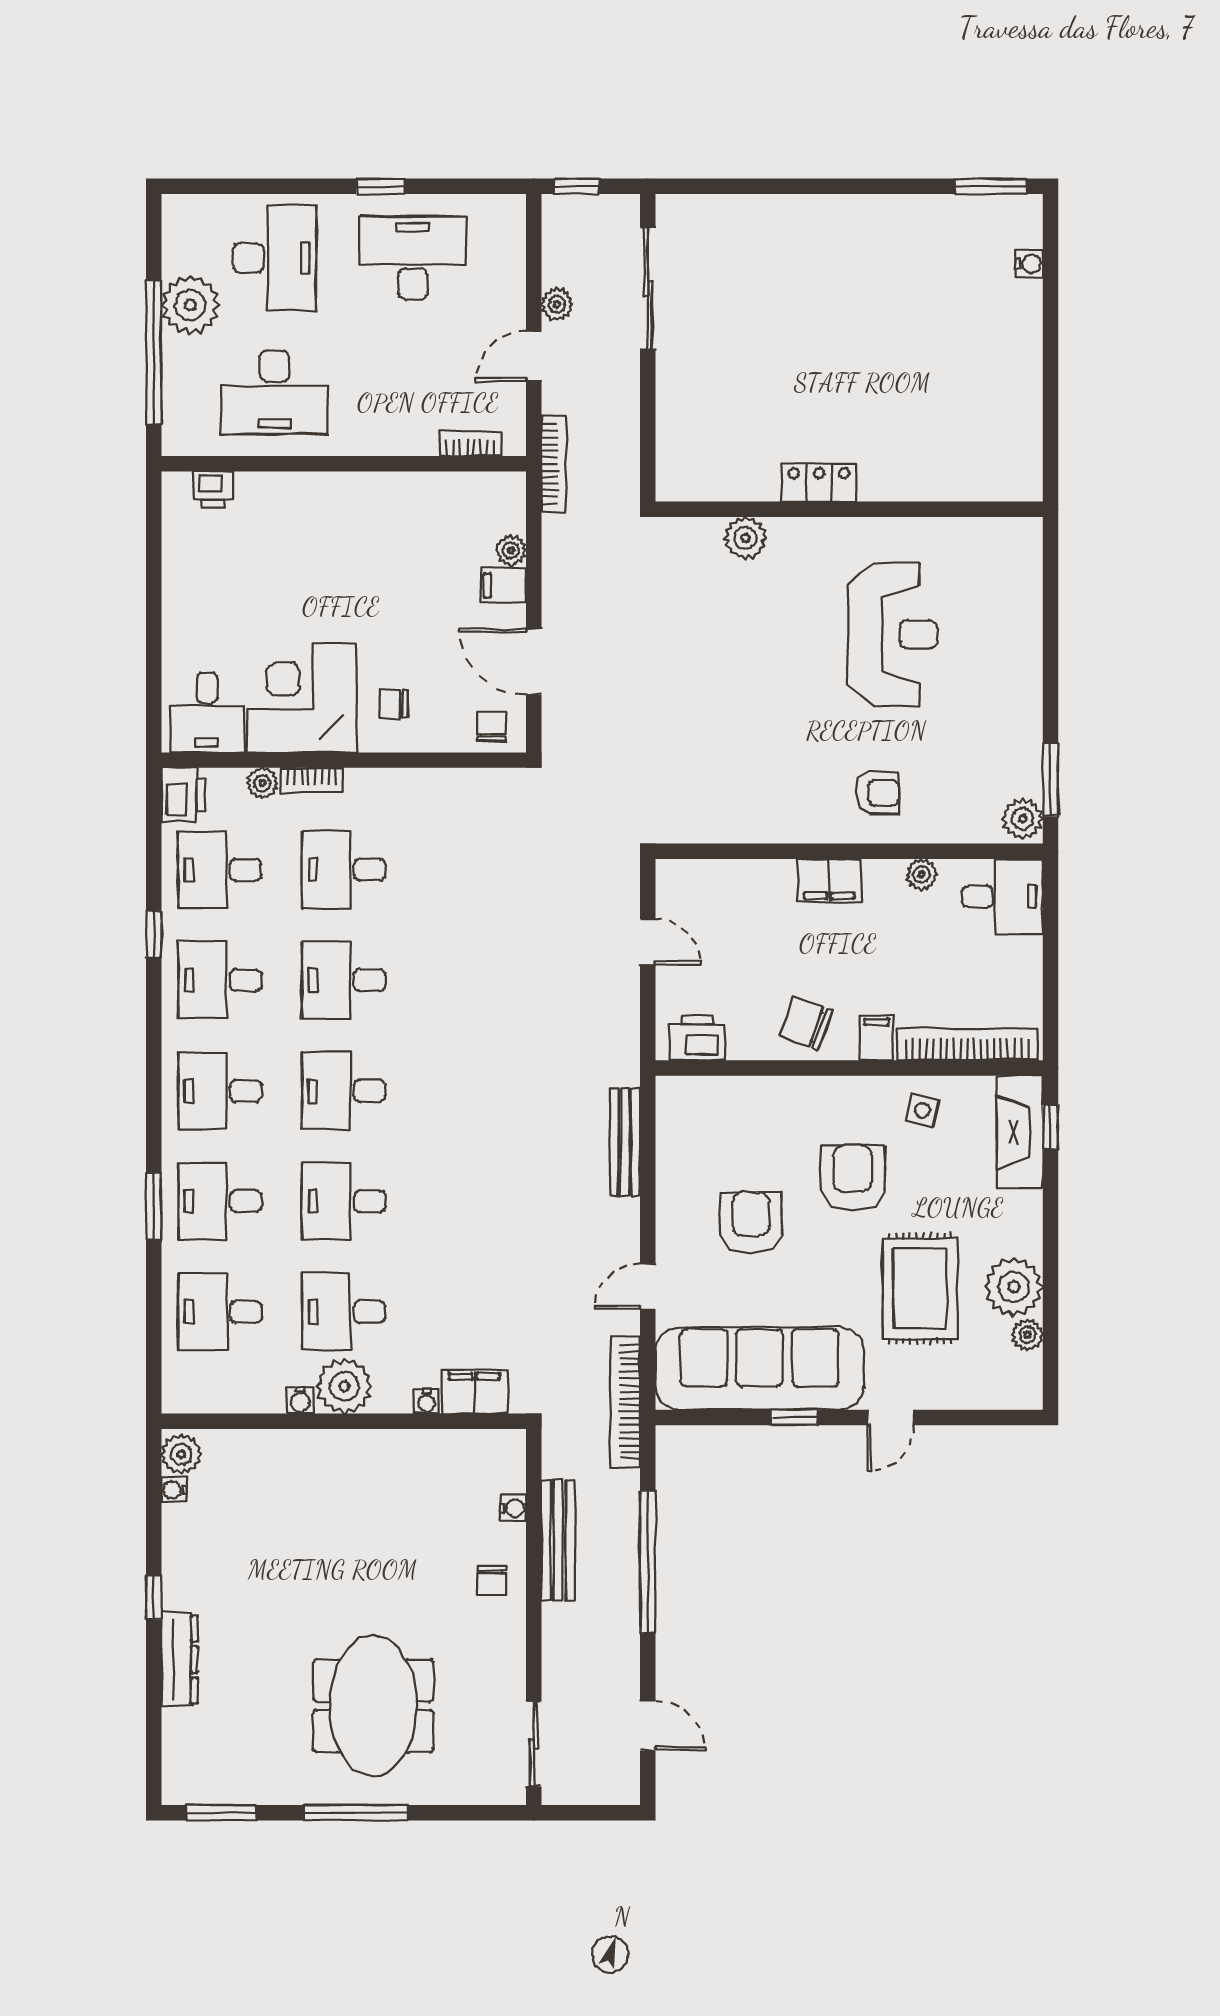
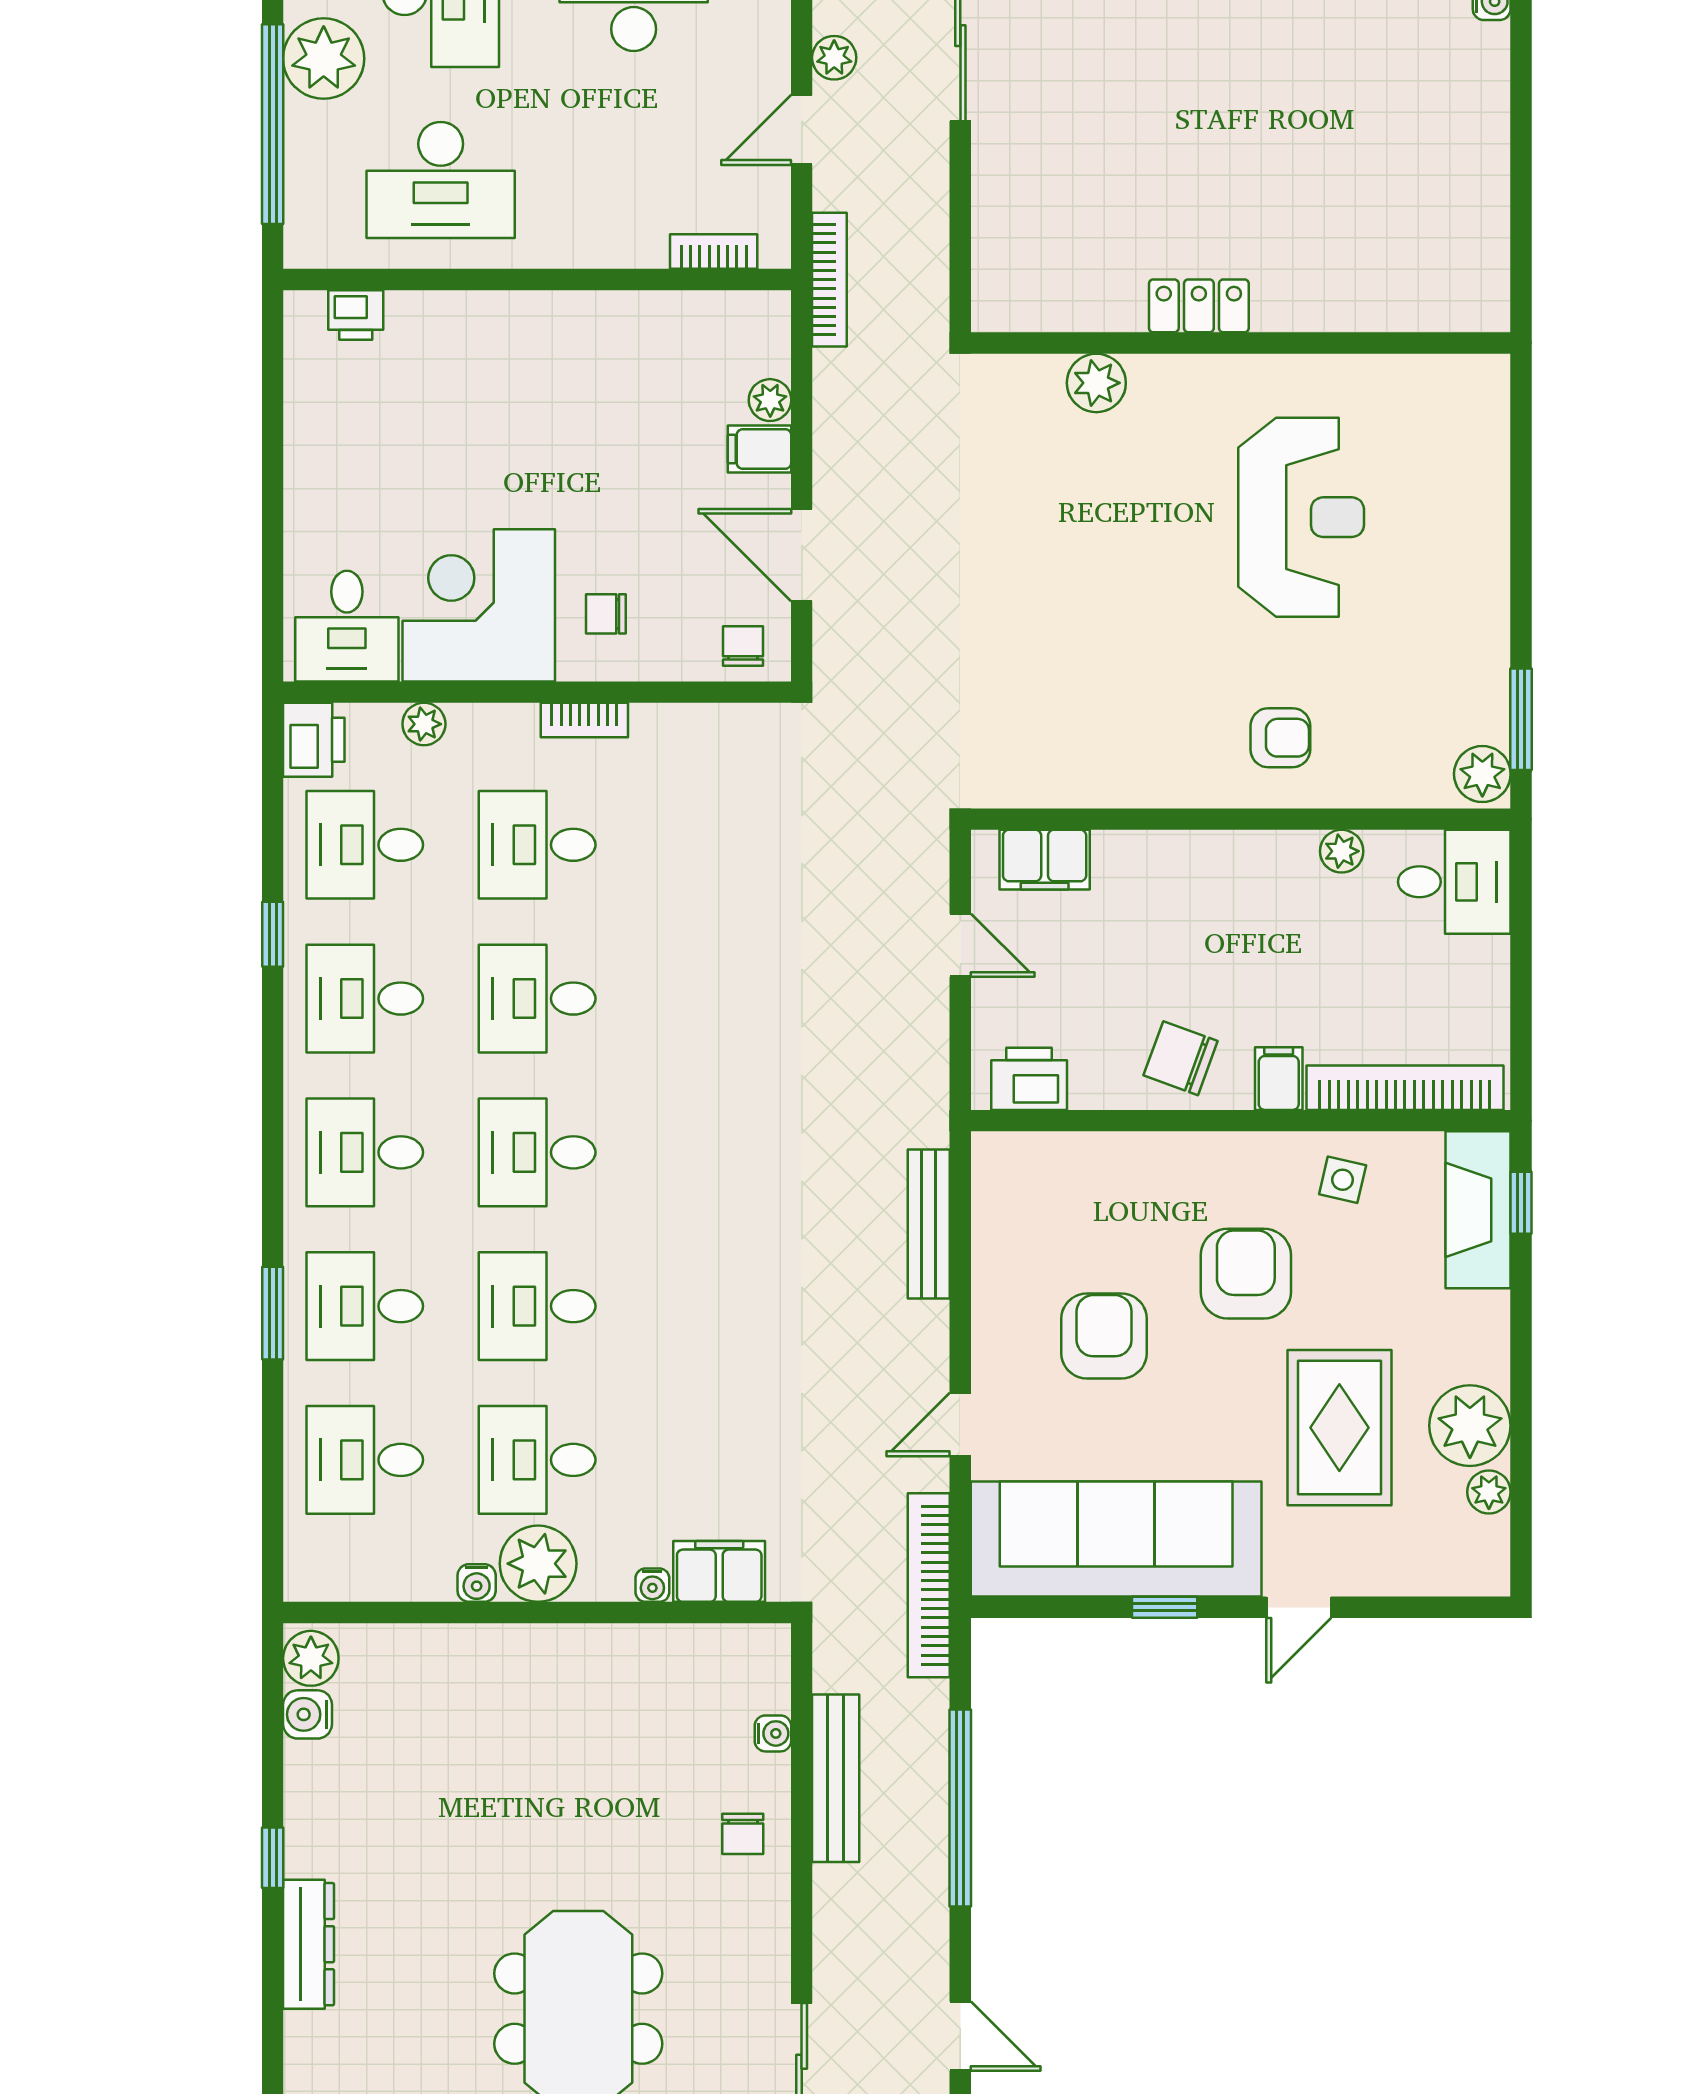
bookcase: (312, 780) -> (584, 720), moved
filing cabinet: (829, 881) -> (1045, 860), moved
water cooler: (174, 1490) -> (308, 1714), width x1.38, depth x1.38

